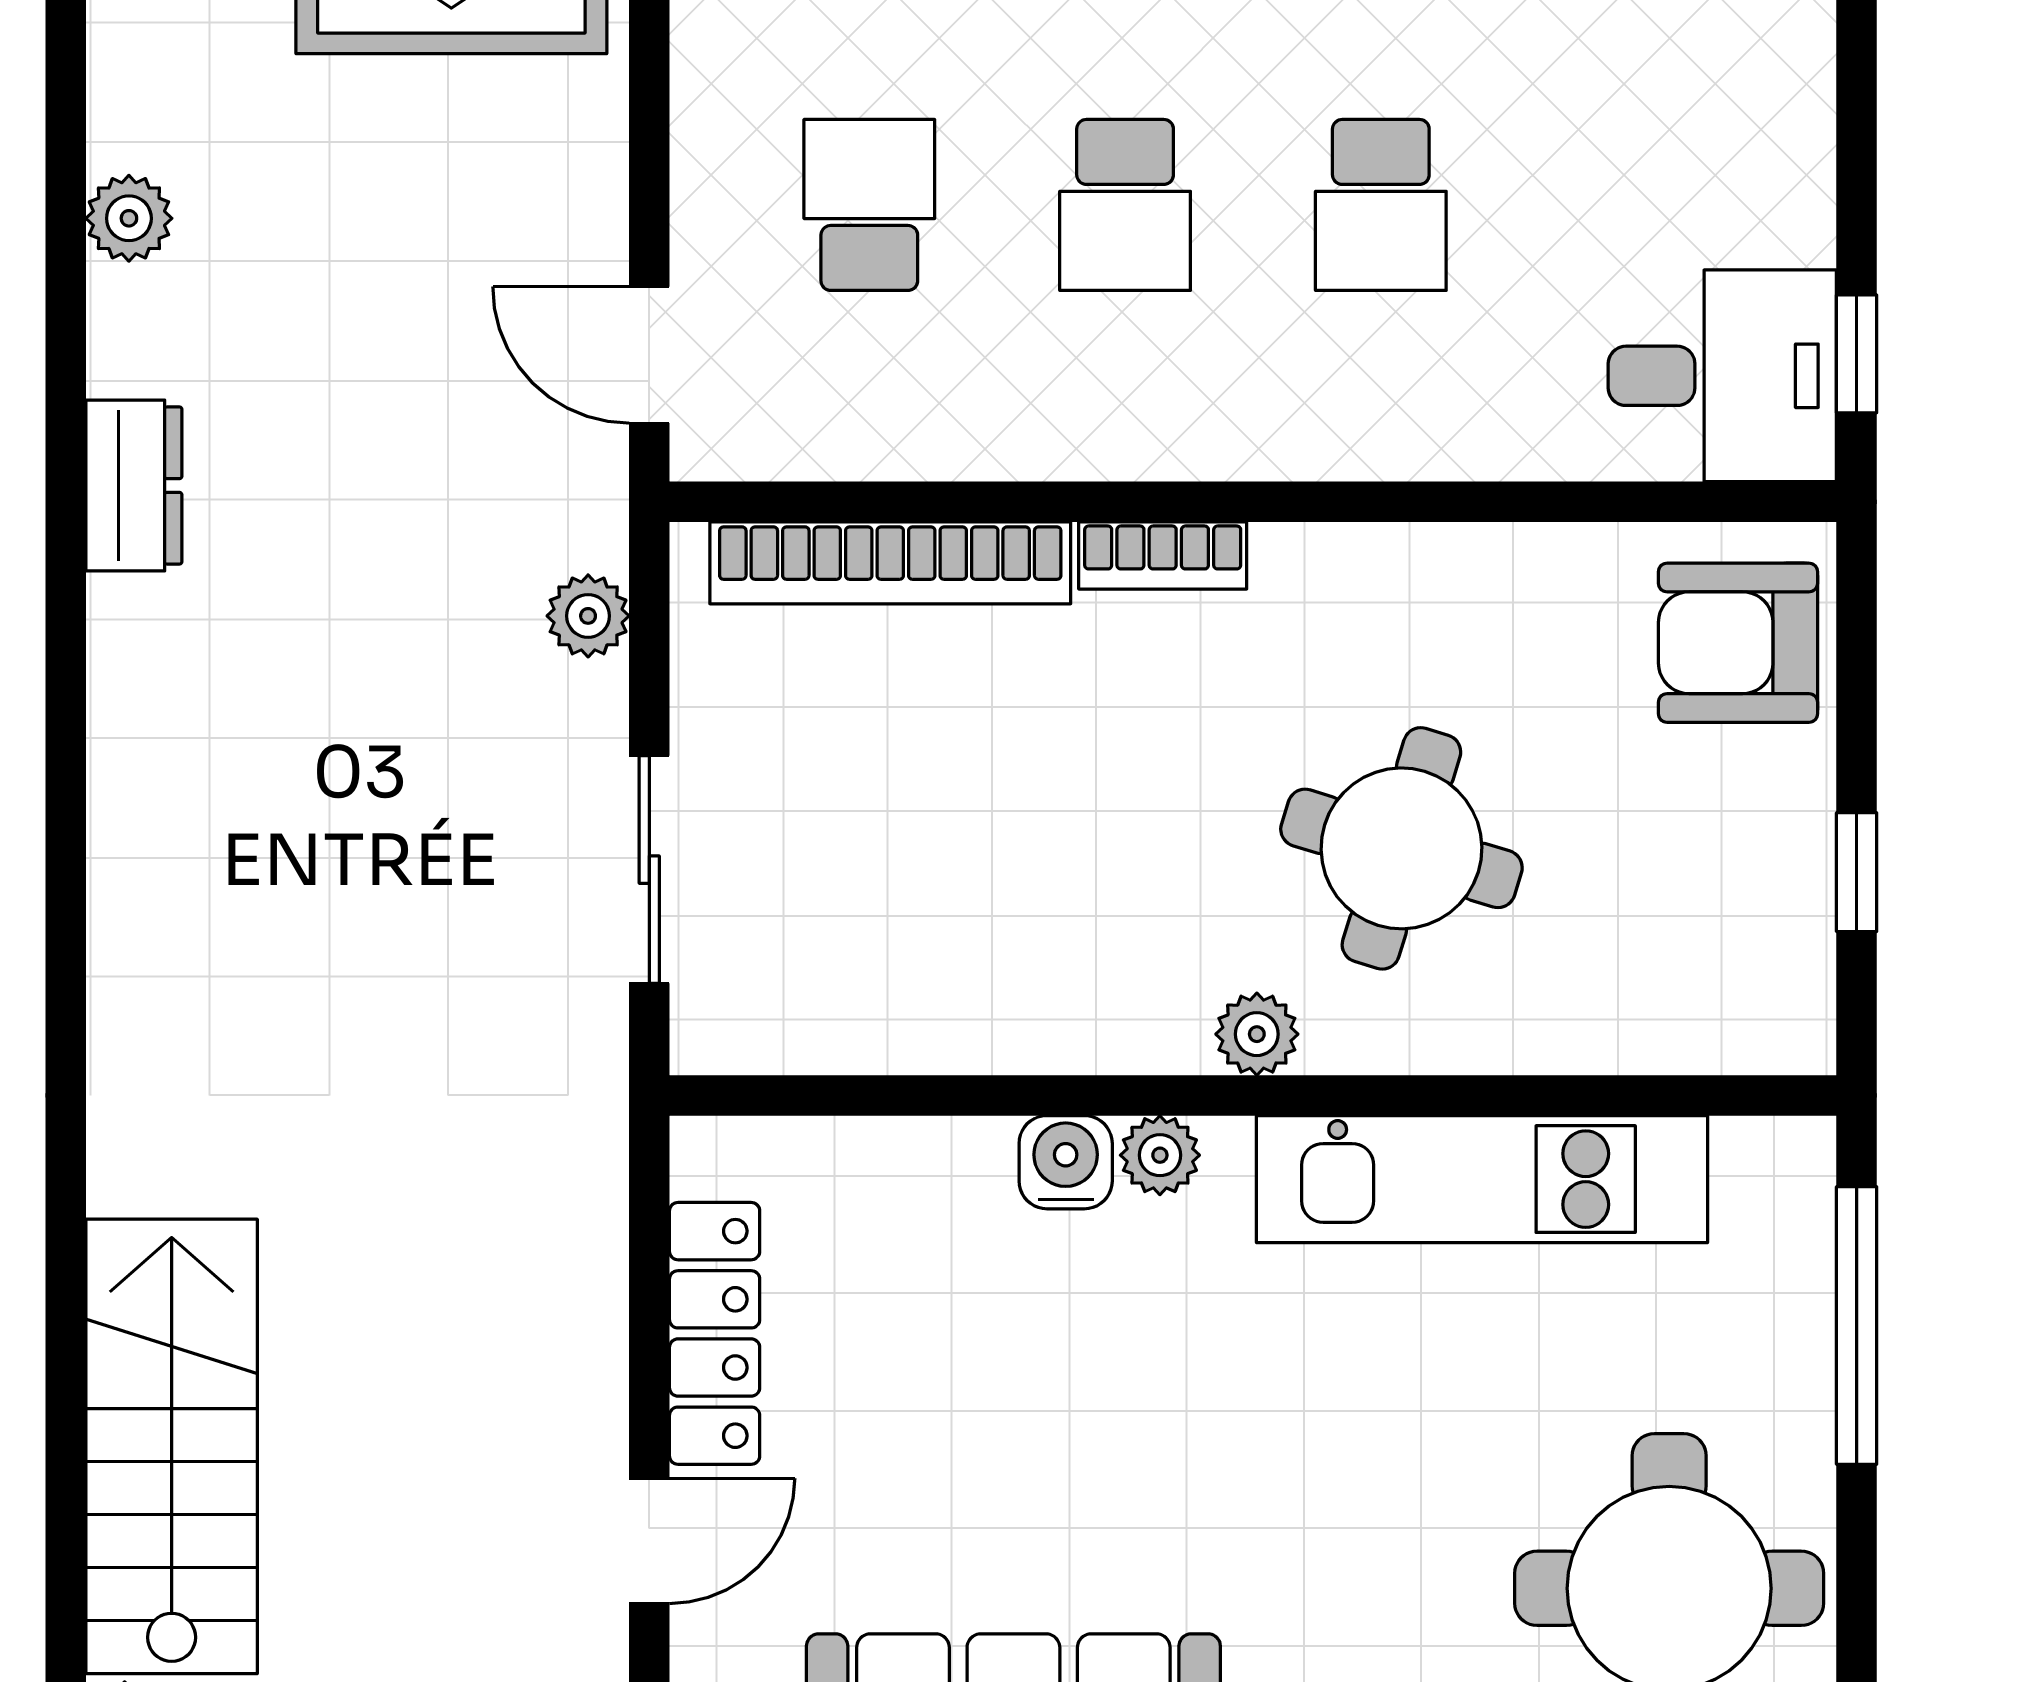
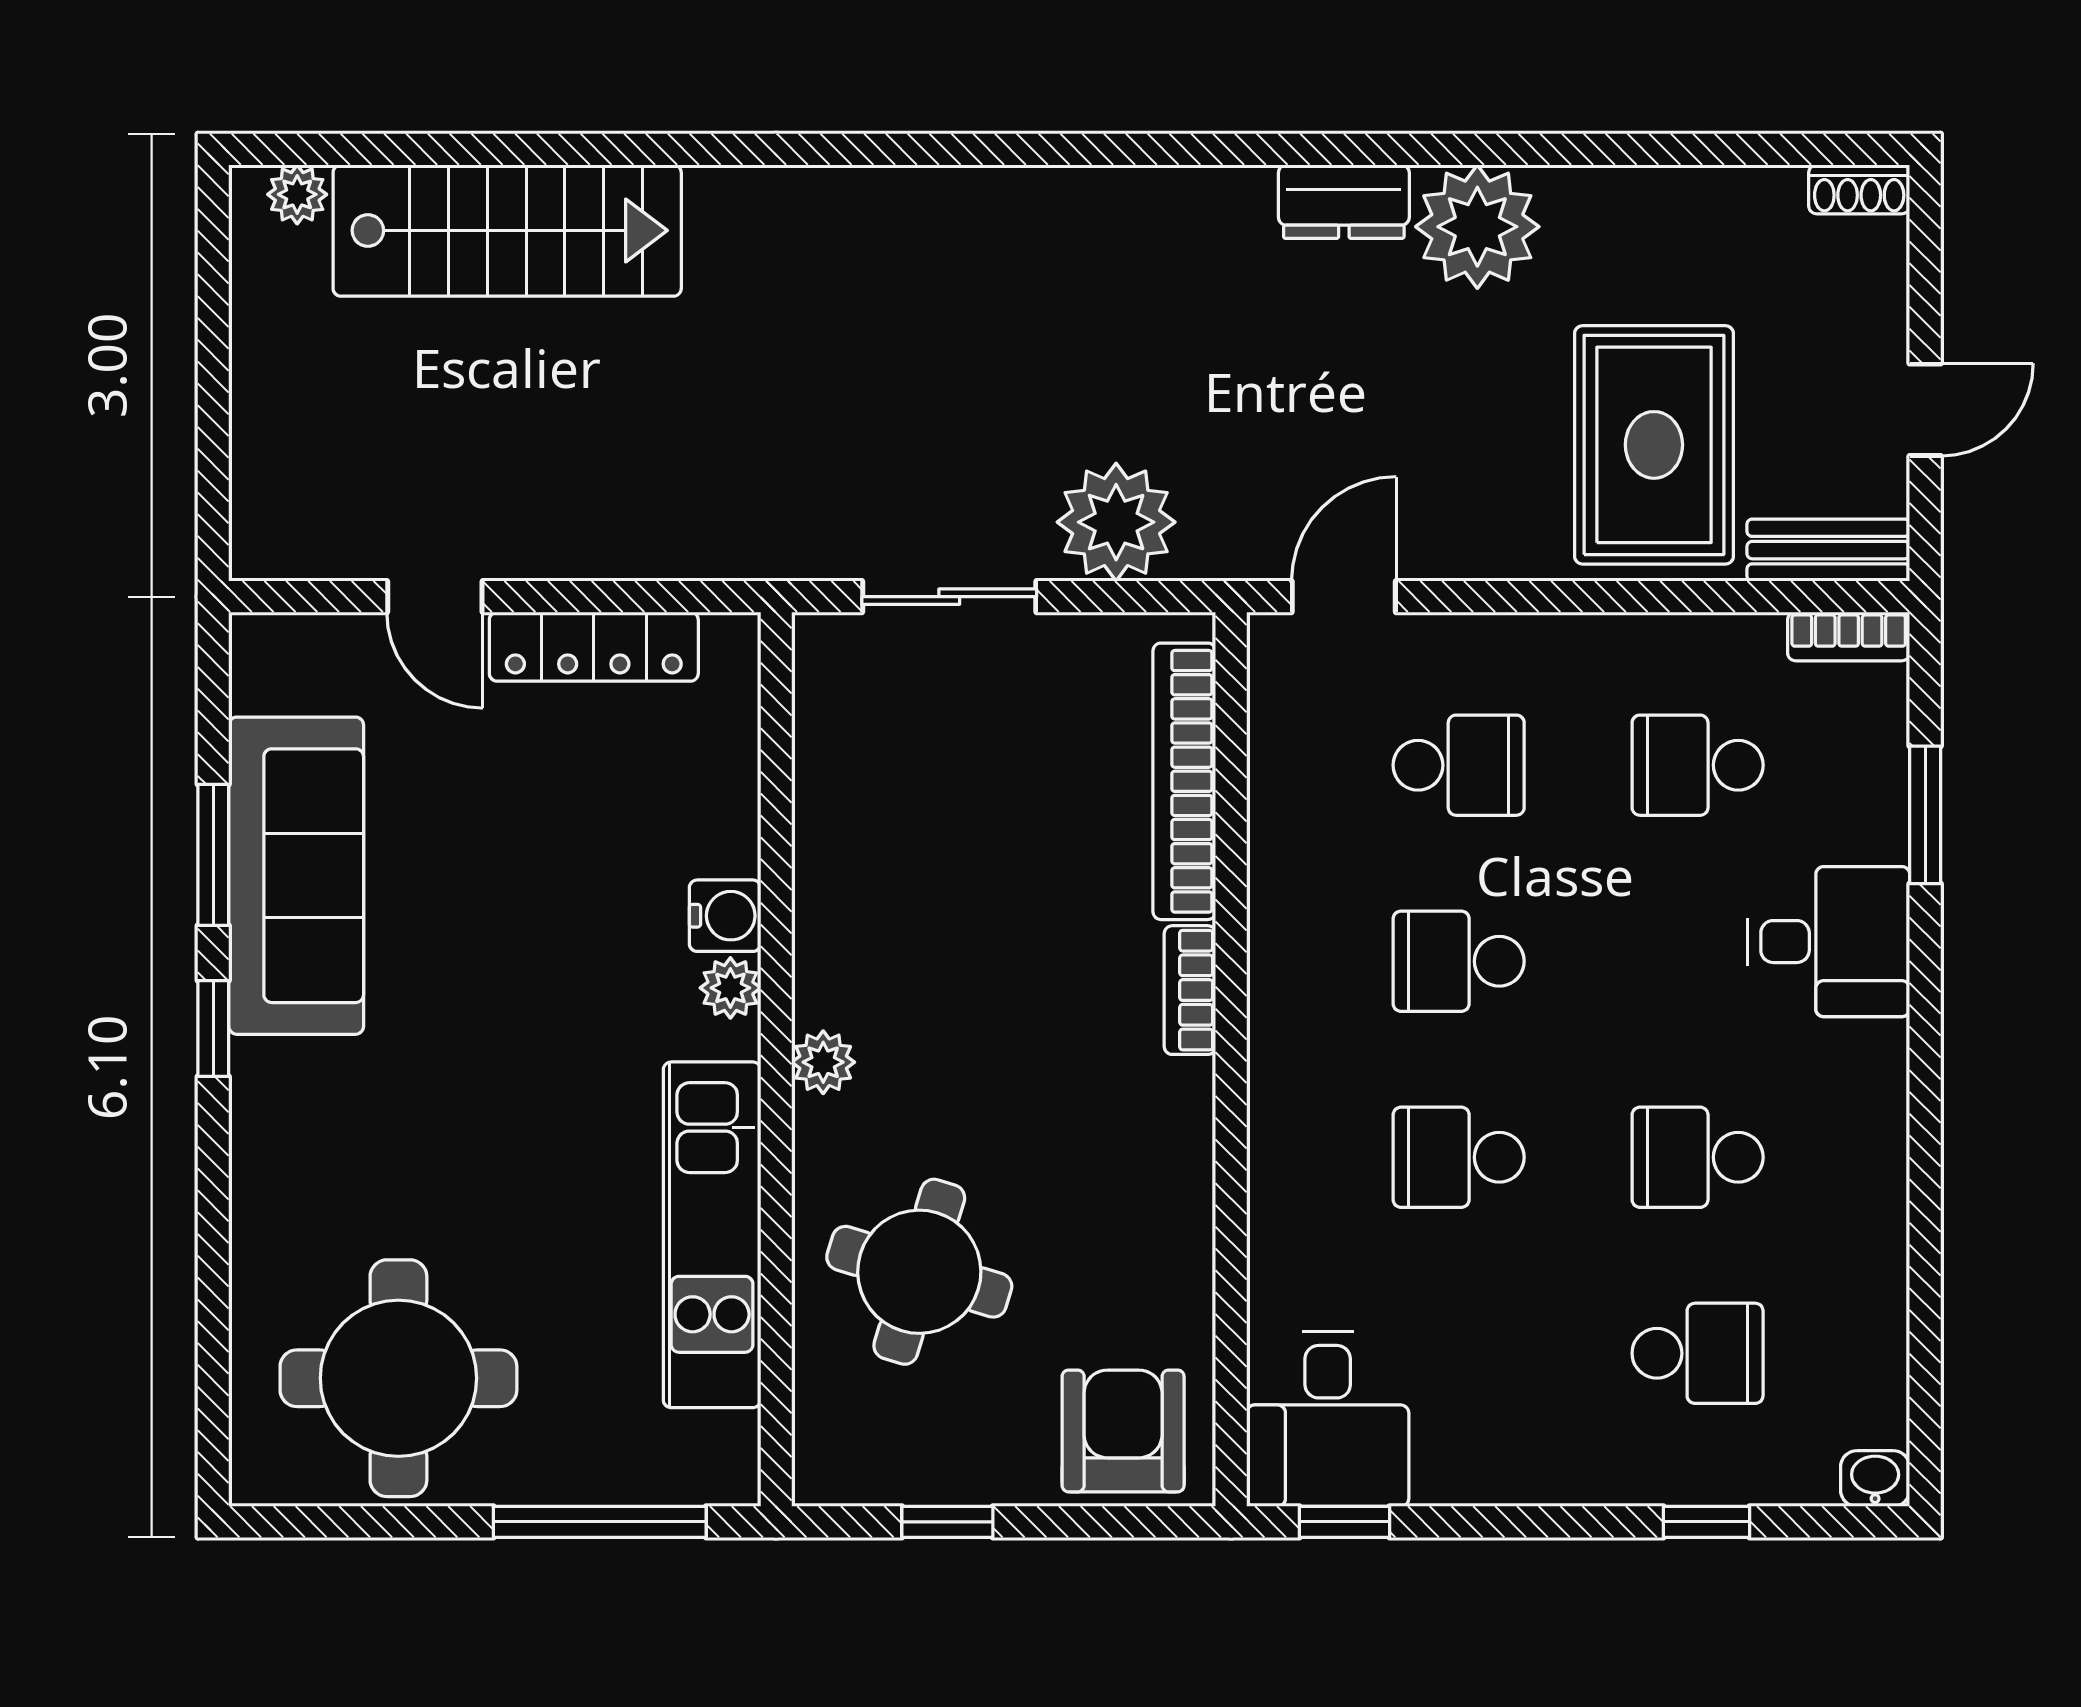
plant: (129, 218) -> (1477, 227), width x1.87, depth x1.87
dresser: (134, 486) -> (1344, 202), moved
plant: (588, 616) -> (1116, 522), width x1.88, depth x1.88
round table: (1401, 848) -> (919, 1272), moved

